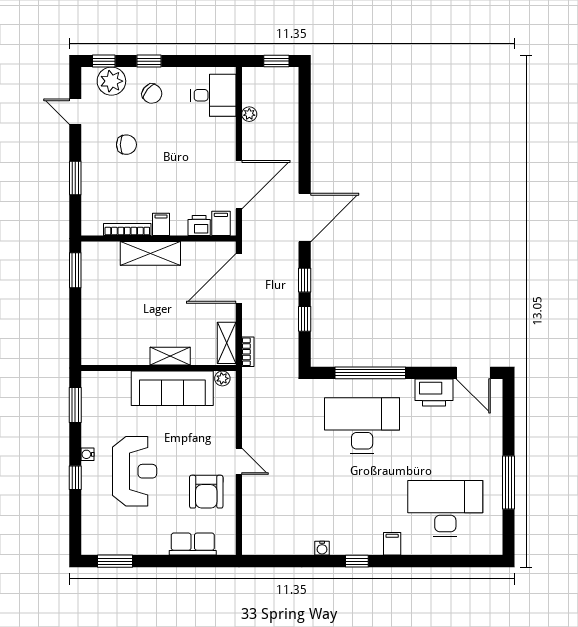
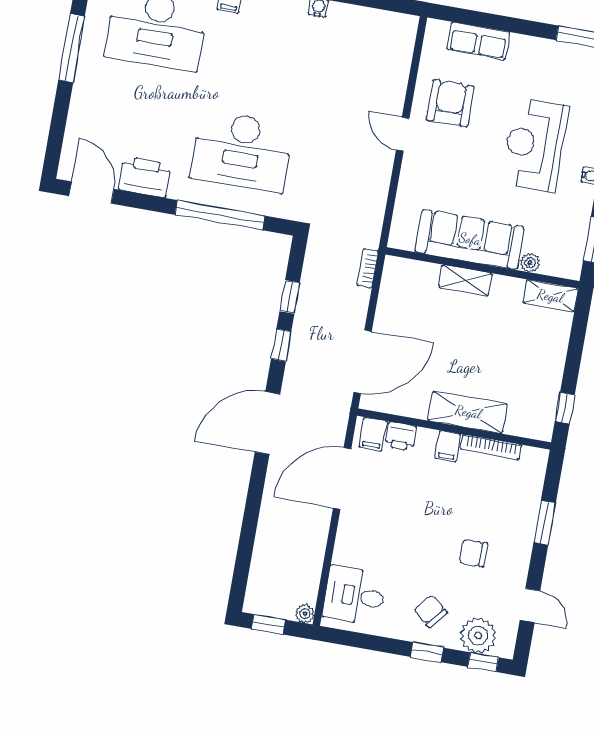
plant: (249, 114) -> (305, 614), moved
window: (75, 270) -> (565, 408), width x0.67
shelving: (227, 343) -> (550, 296), moved, turned 90
plant: (222, 378) -> (530, 263), moved

